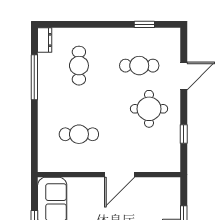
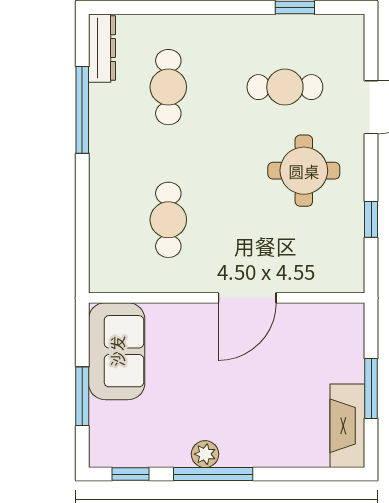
dresser: (45, 40) -> (102, 48), width x1.44
cafe table: (79, 134) -> (168, 220), turned 90

